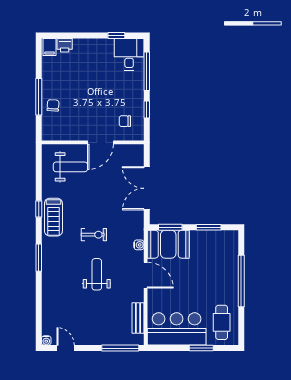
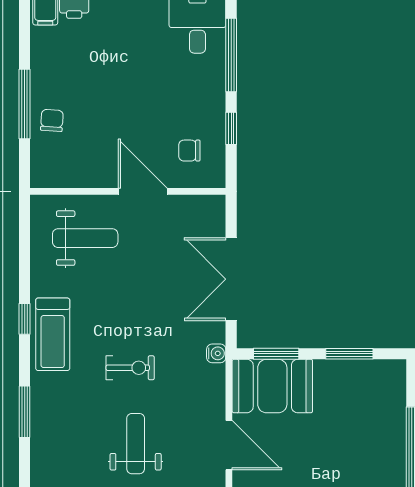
door: (100, 142) -> (143, 191), swing flipped
water cooler: (139, 245) -> (216, 353), moved

